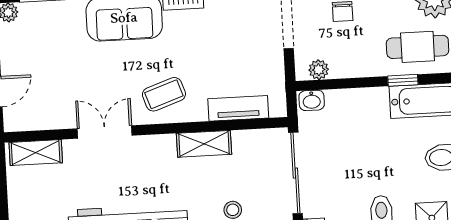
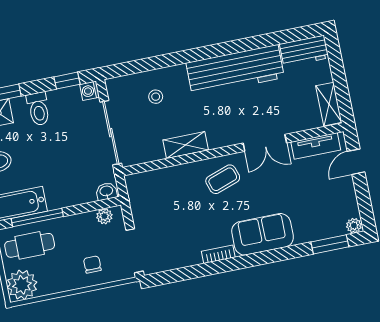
window: (403, 80) -> (37, 217), width x2.17
tv unit: (238, 108) -> (316, 146), moved
shelving: (36, 153) -> (329, 104), moved, turned 90

